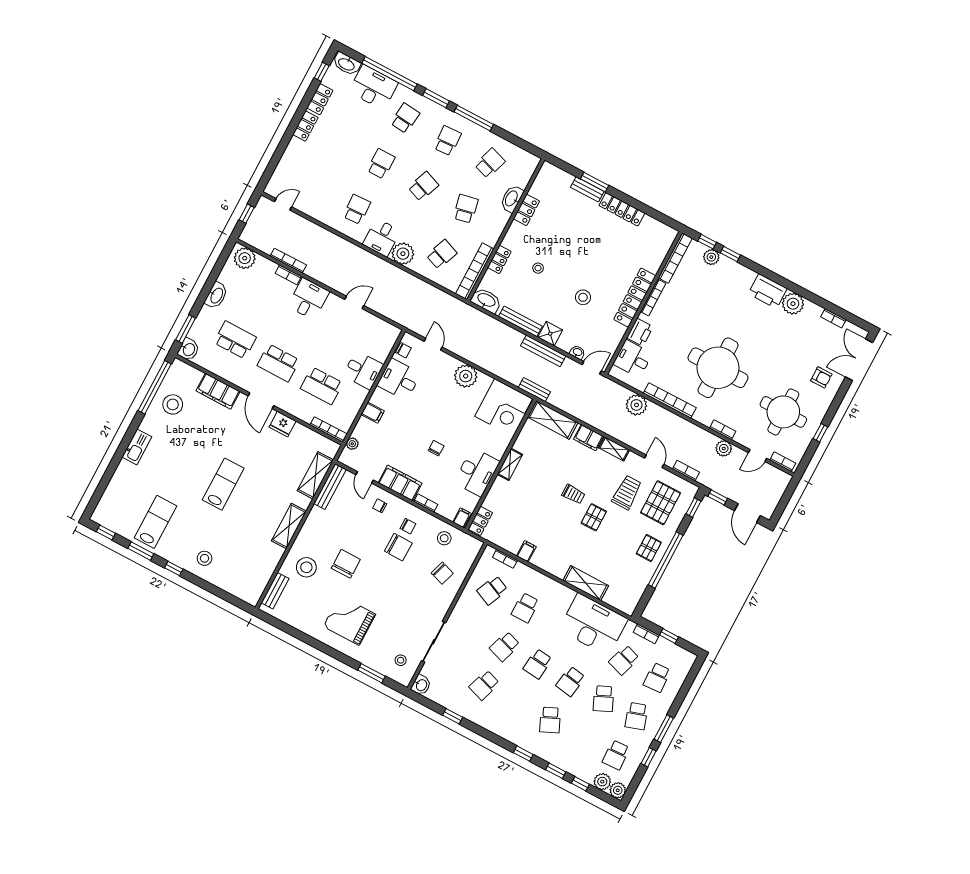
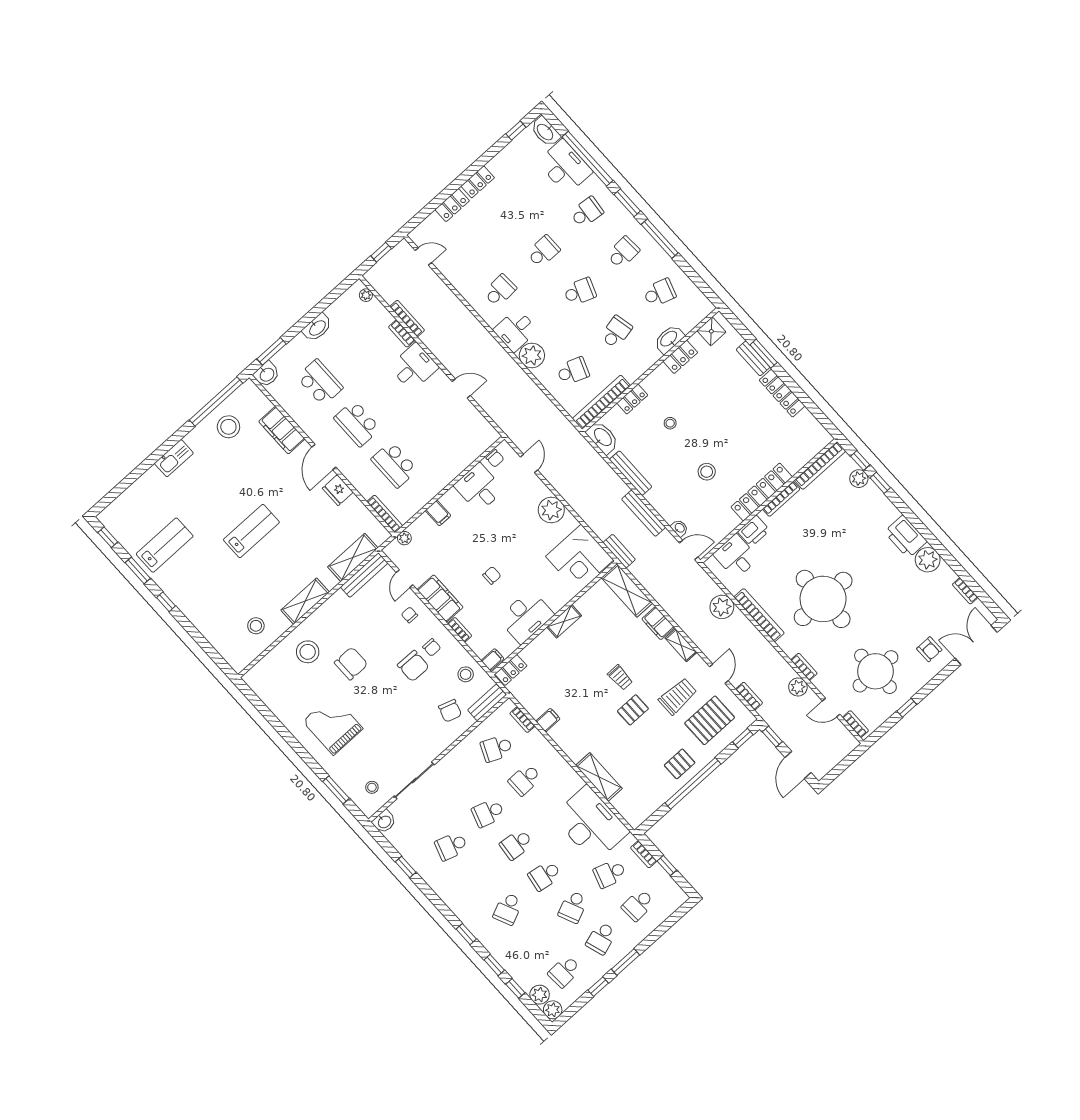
locker: (320, 99) -> (452, 205), moved
plant: (245, 258) -> (366, 295), width x0.53, depth x0.53
shower: (550, 334) -> (711, 331), moved
desk: (363, 370) -> (444, 464), removed
stool: (204, 558) -> (256, 626), moved
bench: (275, 591) -> (487, 702), moved

